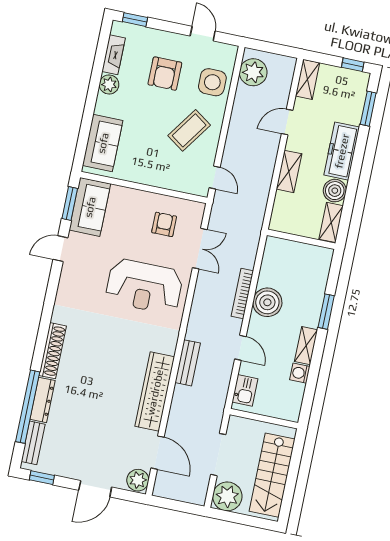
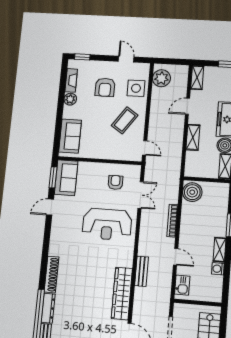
boiler: (267, 302) -> (192, 192), moved

